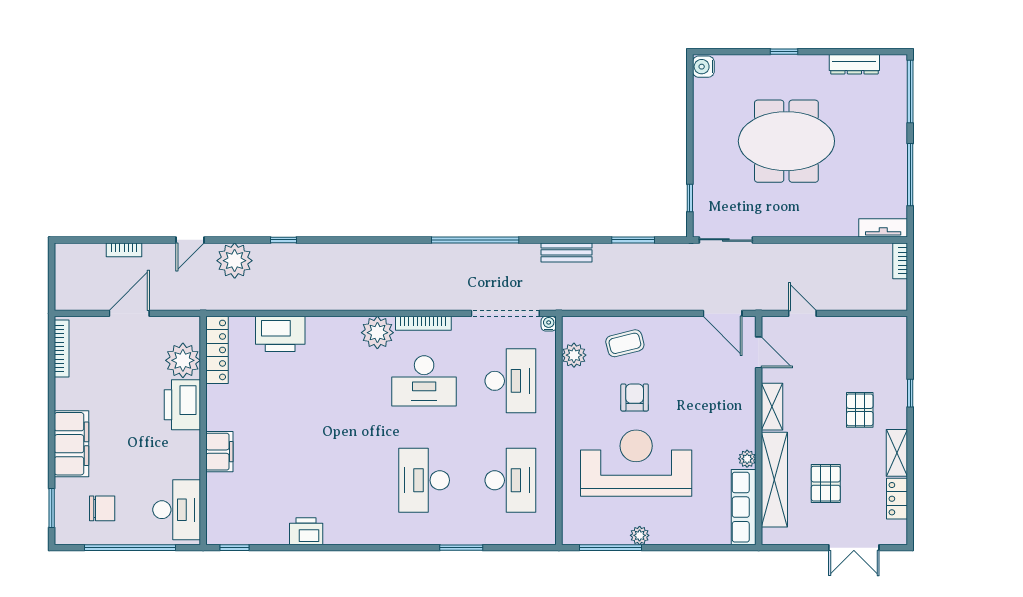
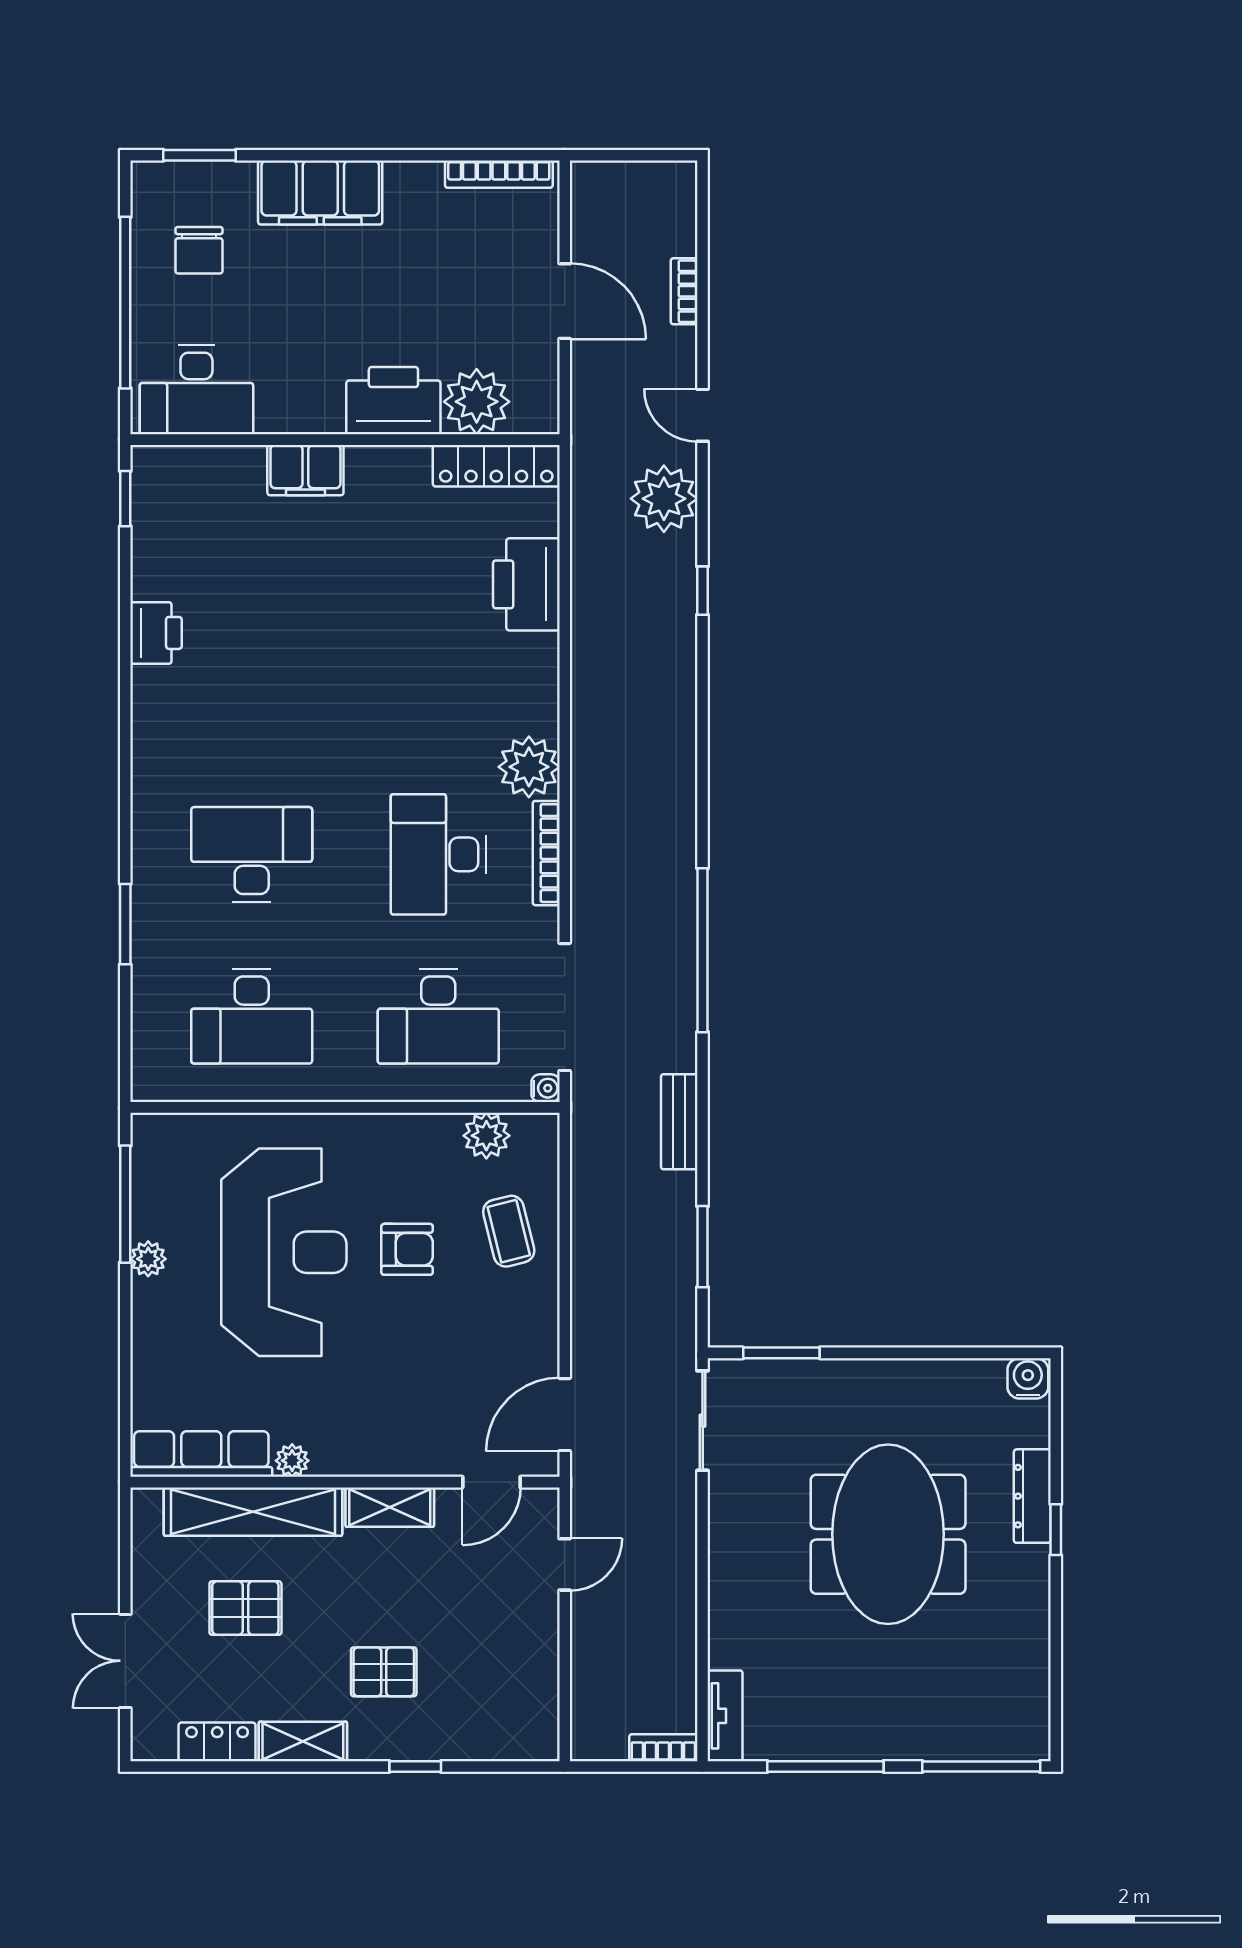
dresser: (854, 64) -> (1032, 1496), moved
window: (690, 198) -> (781, 1353), width x1.50

